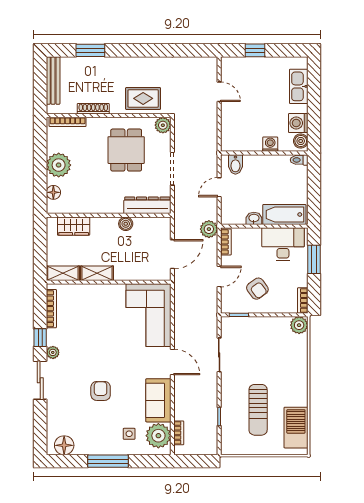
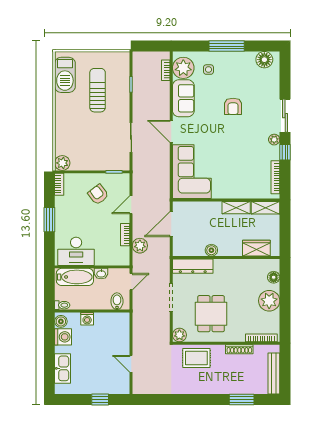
bathtub: (284, 214) -> (75, 277), moved
washbasin: (254, 218) -> (101, 274), moved
wall: (264, 226) -> (92, 267), moved
desk: (283, 244) -> (76, 251), moved

